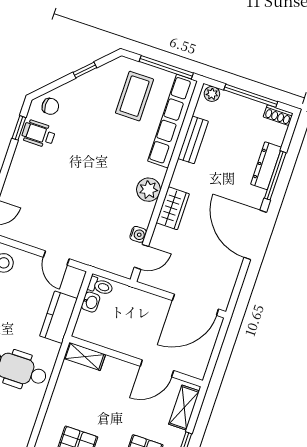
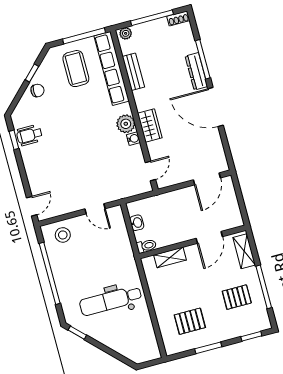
chair: (50, 106) -> (37, 90), moved
dresser: (266, 166) -> (196, 71), moved
water cooler: (138, 234) -> (133, 139), moved
toilet: (100, 286) -> (146, 246), moved
door: (195, 305) -> (207, 179), width x0.73
kitchen counter: (59, 317) -> (122, 247), removed
shelving: (85, 356) -> (170, 257), moved

